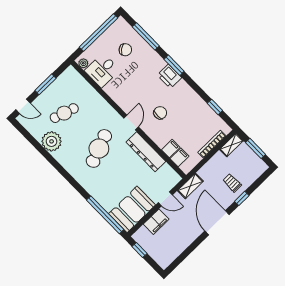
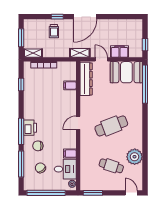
window: (174, 65) -> (21, 131), width x1.44
window: (45, 84) -> (93, 193), moved
chair: (160, 113) -> (38, 146), moved
dresser: (146, 152) -> (86, 79), moved
filing cabinet: (179, 157) -> (70, 154), moved

